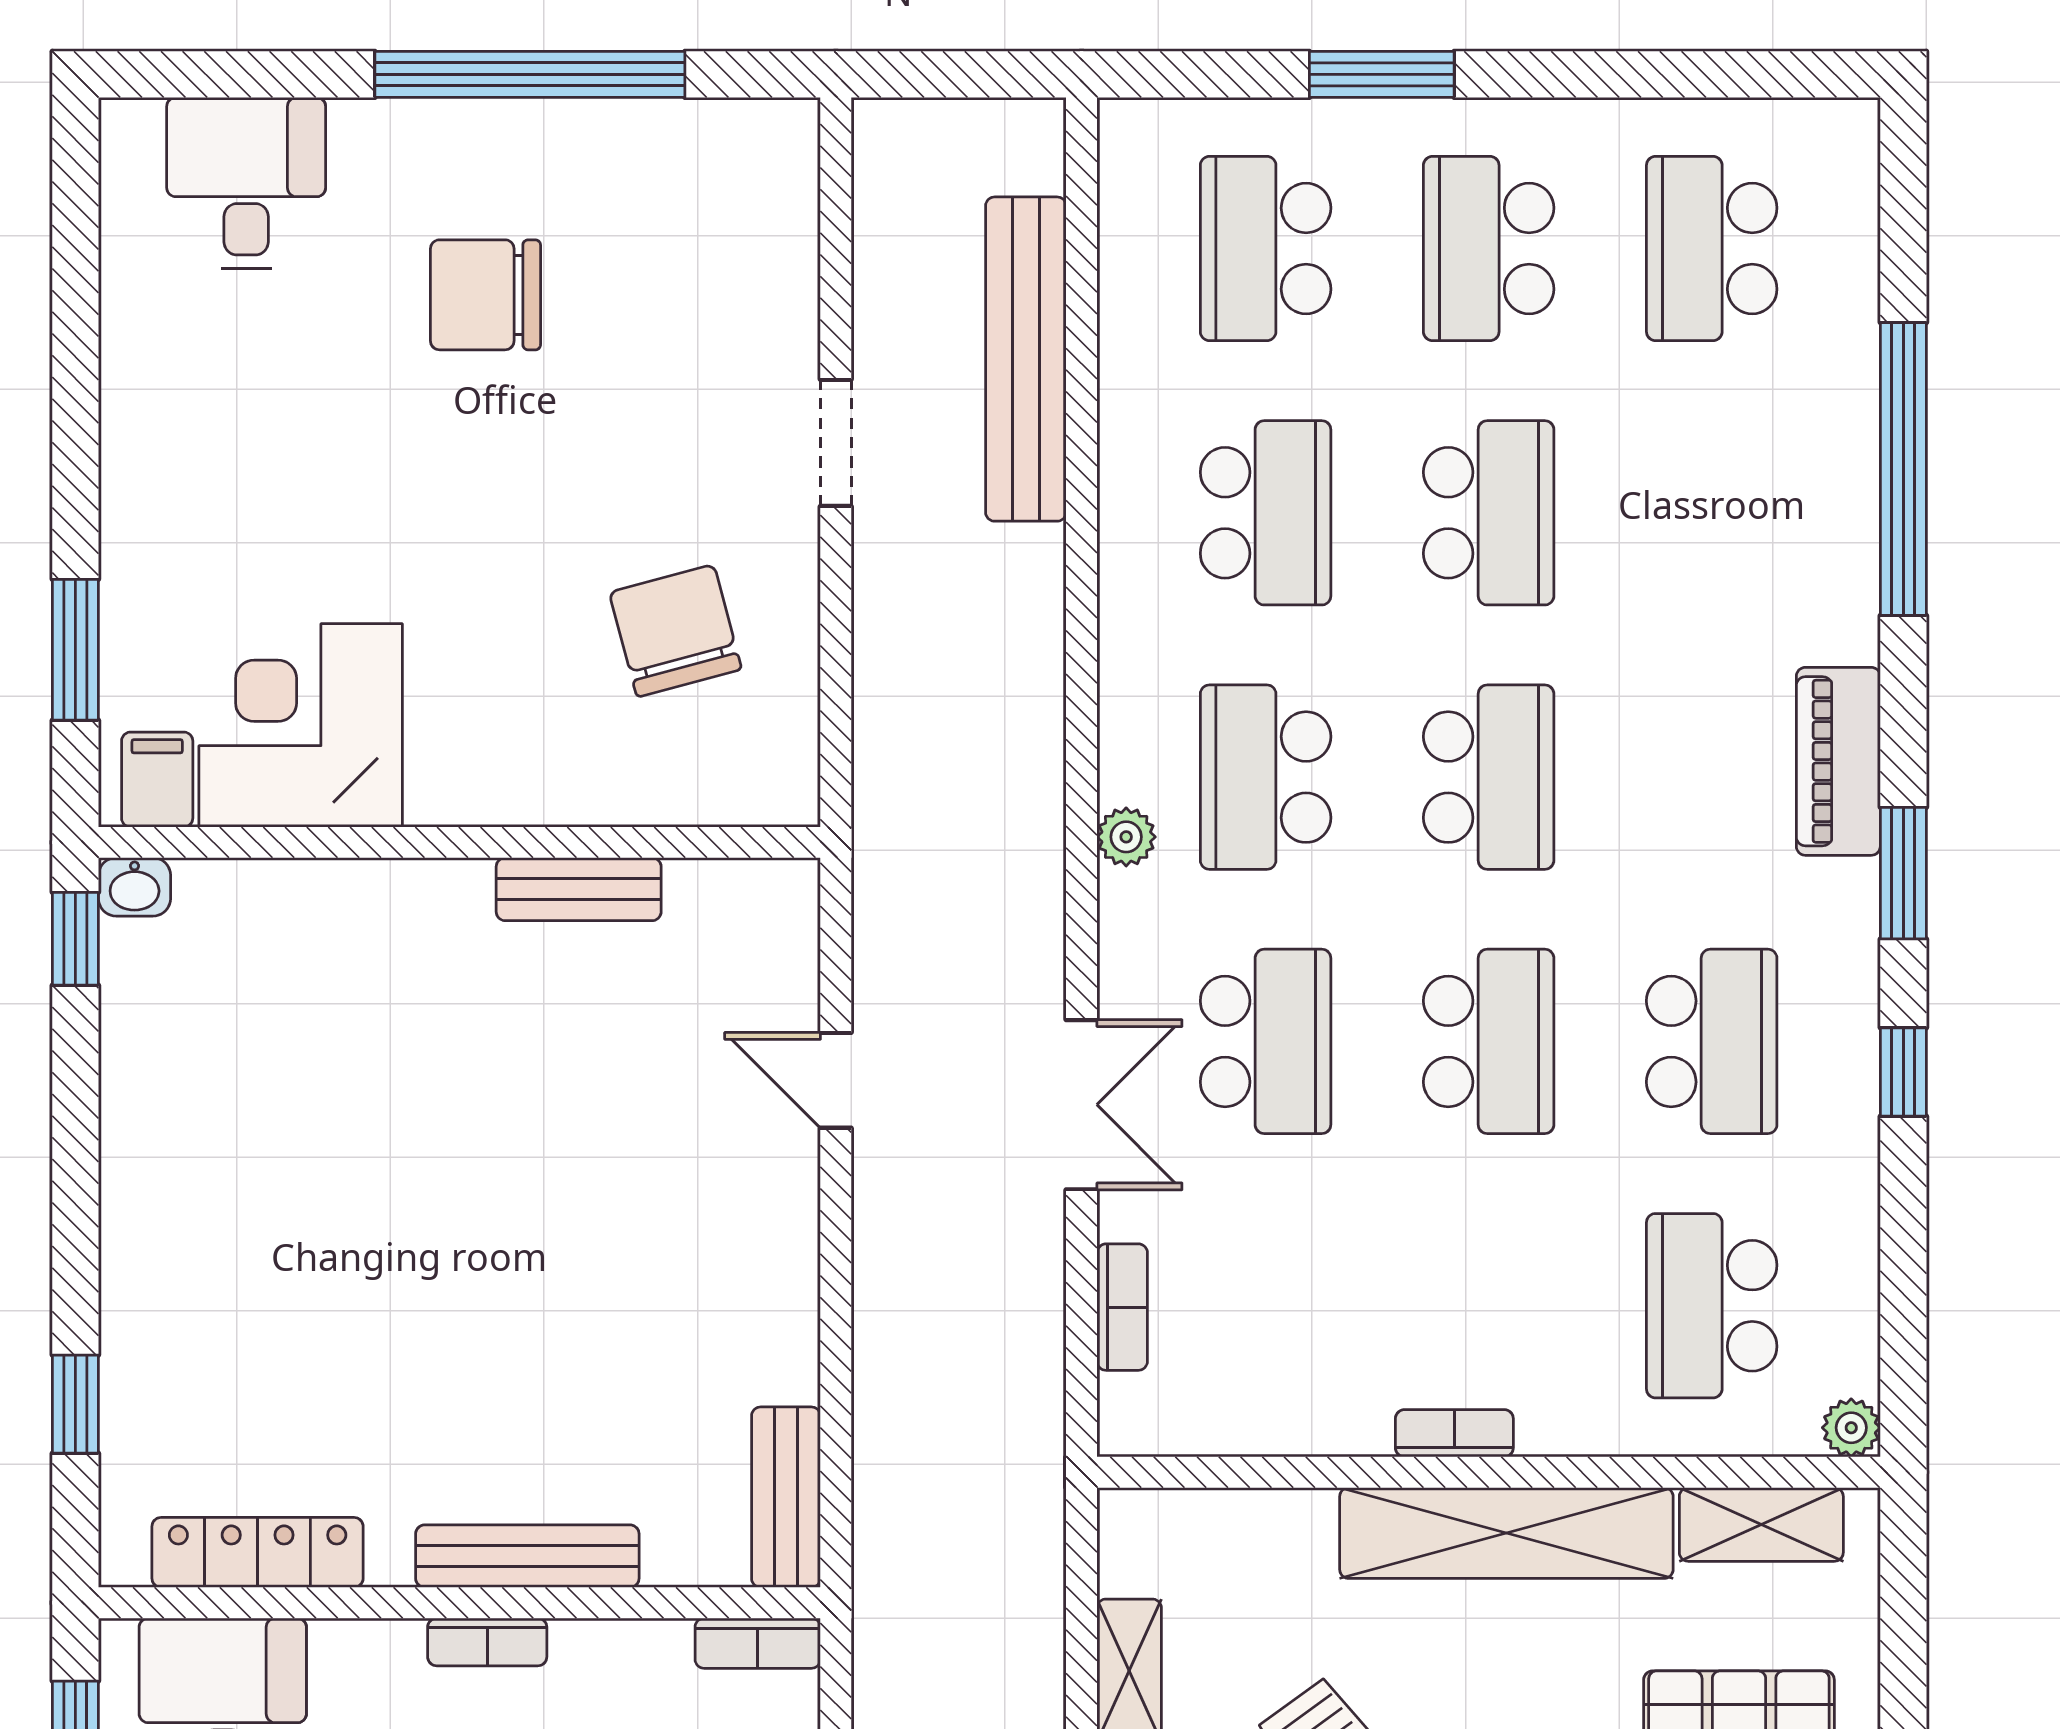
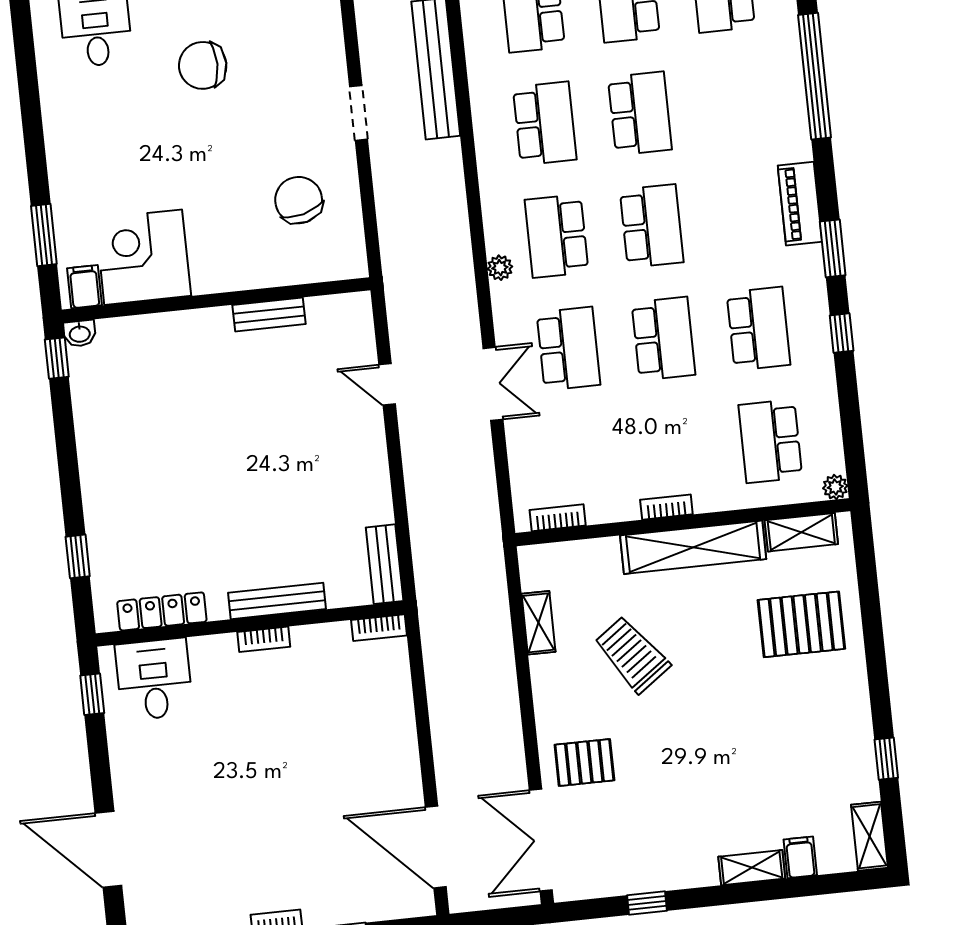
bookcase: (1122, 1307) -> (558, 518), moved, turned -90

